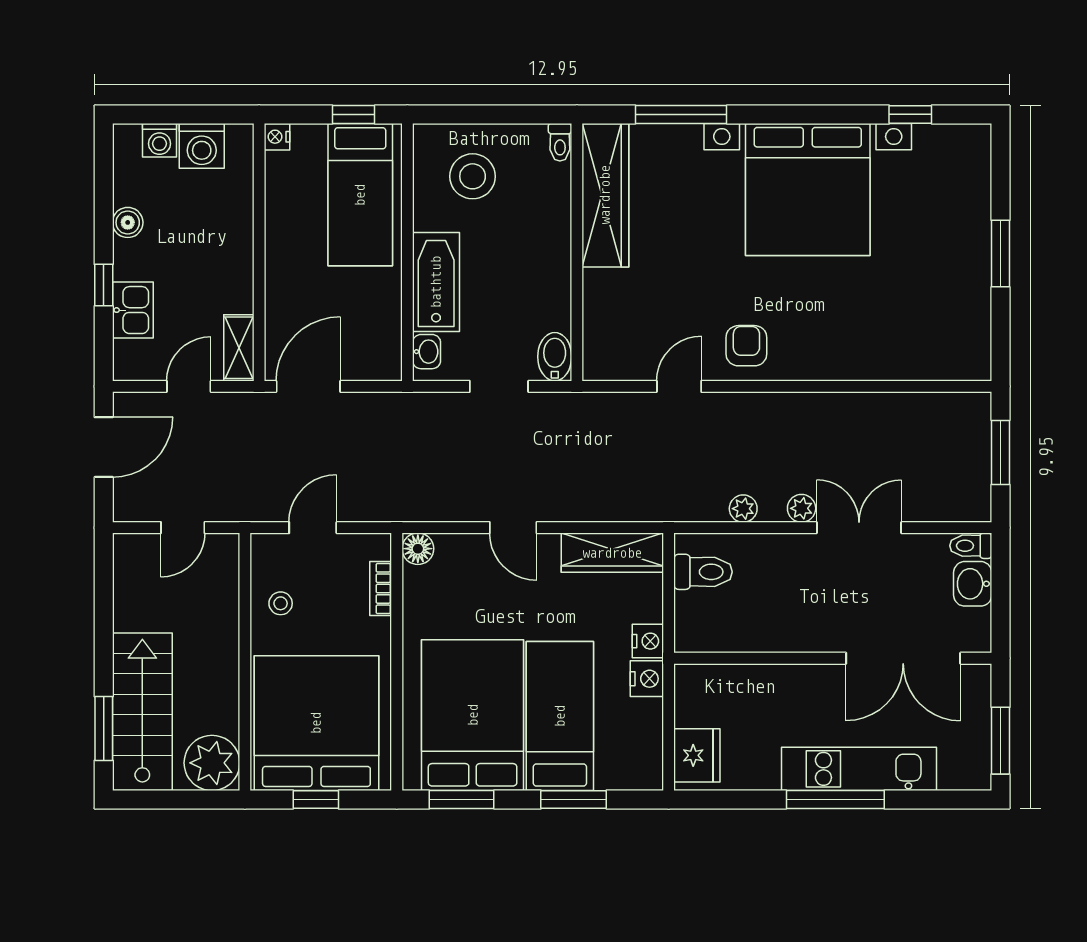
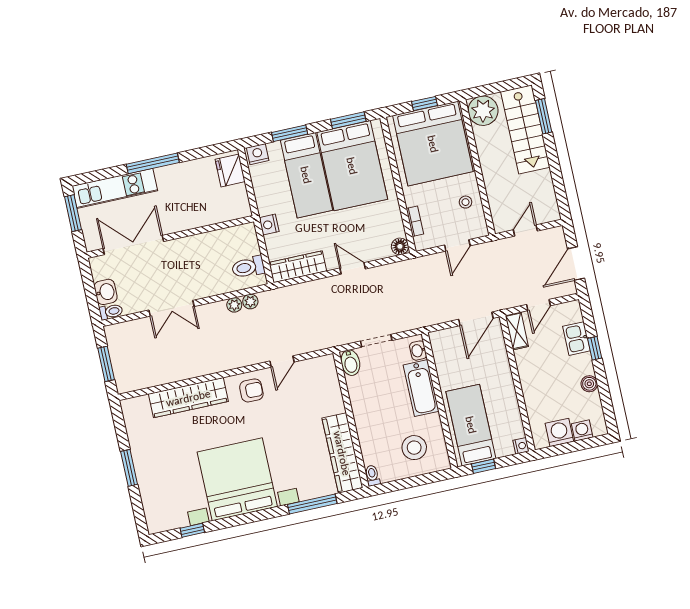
armchair: (746, 346) -> (251, 390), turned -89
wardrobe: (864, 358) -> (188, 398), added
plant: (802, 508) -> (250, 302), moved
nightstand: (647, 679) -> (258, 154), moved, turned 90
kitchen unit: (859, 769) -> (115, 188), moved

